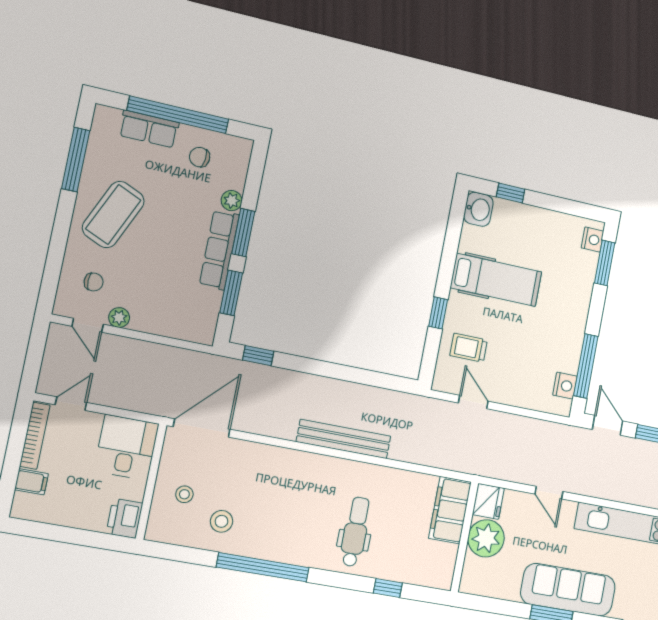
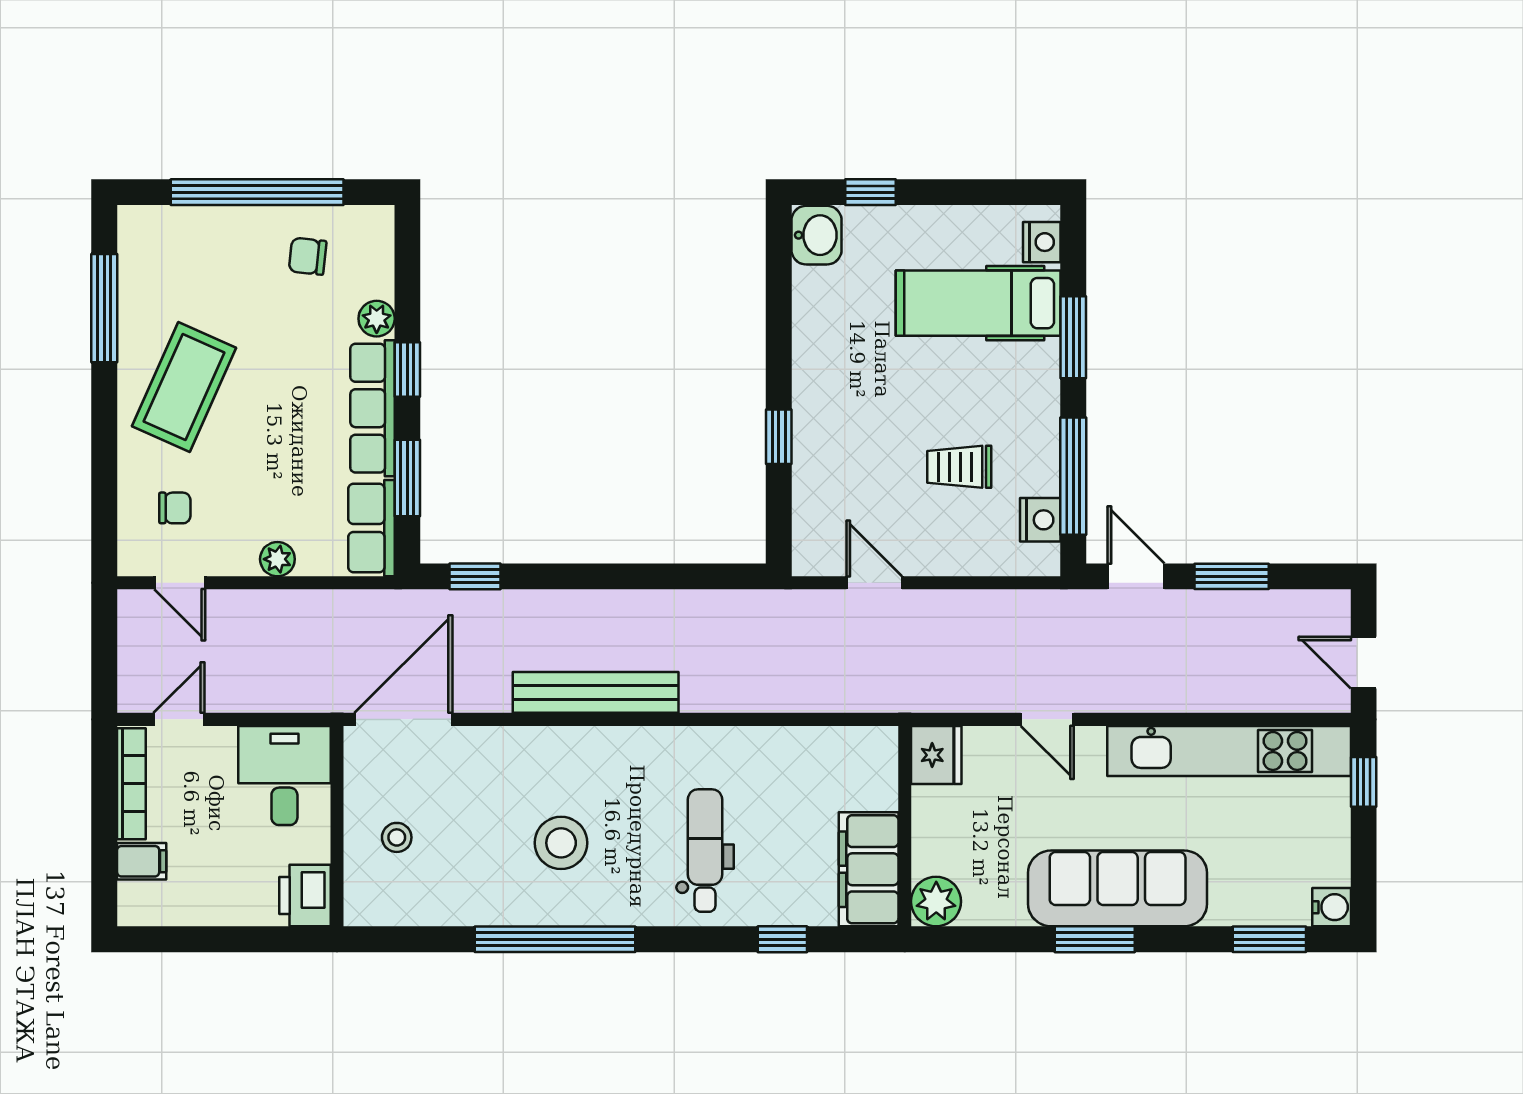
row of seats: (149, 129) -> (371, 528), moved, turned 90
window: (243, 233) -> (407, 370), width x0.67
window: (605, 263) -> (1073, 337), moved
hospital bed: (496, 280) -> (978, 303), moved, turned 180
plant: (119, 318) -> (277, 559), moved
trolley: (469, 348) -> (959, 467), moved
bench: (344, 439) -> (596, 692), moved
filing cabinet: (450, 510) -> (869, 869), moved
stool: (222, 521) -> (561, 843), moved, width x1.38, depth x1.38
plant: (486, 538) -> (936, 901), moved, width x0.73, depth x0.73

